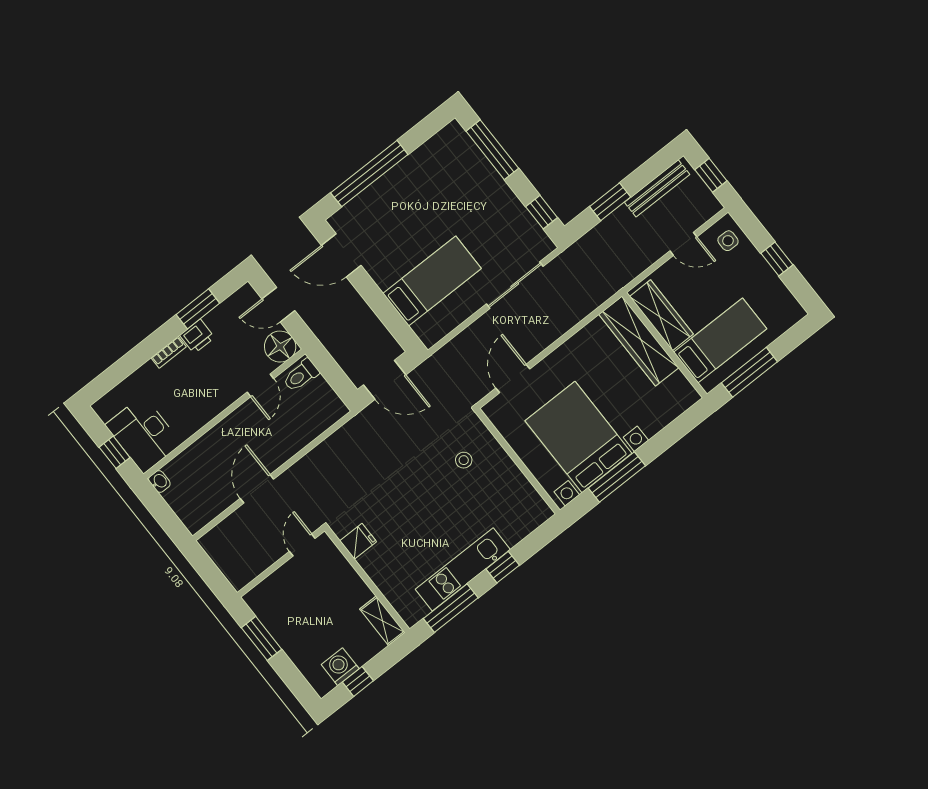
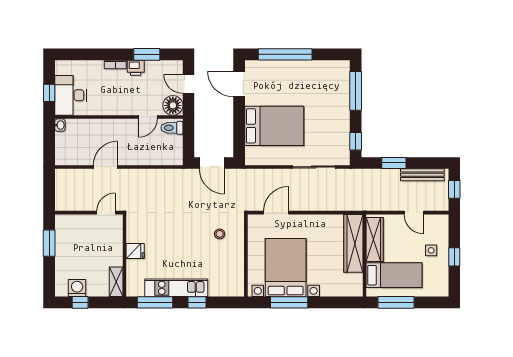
side table: (728, 241) -> (431, 250), moved
bed: (432, 281) -> (274, 126), width x1.50
fridge: (358, 541) -> (135, 251), moved

